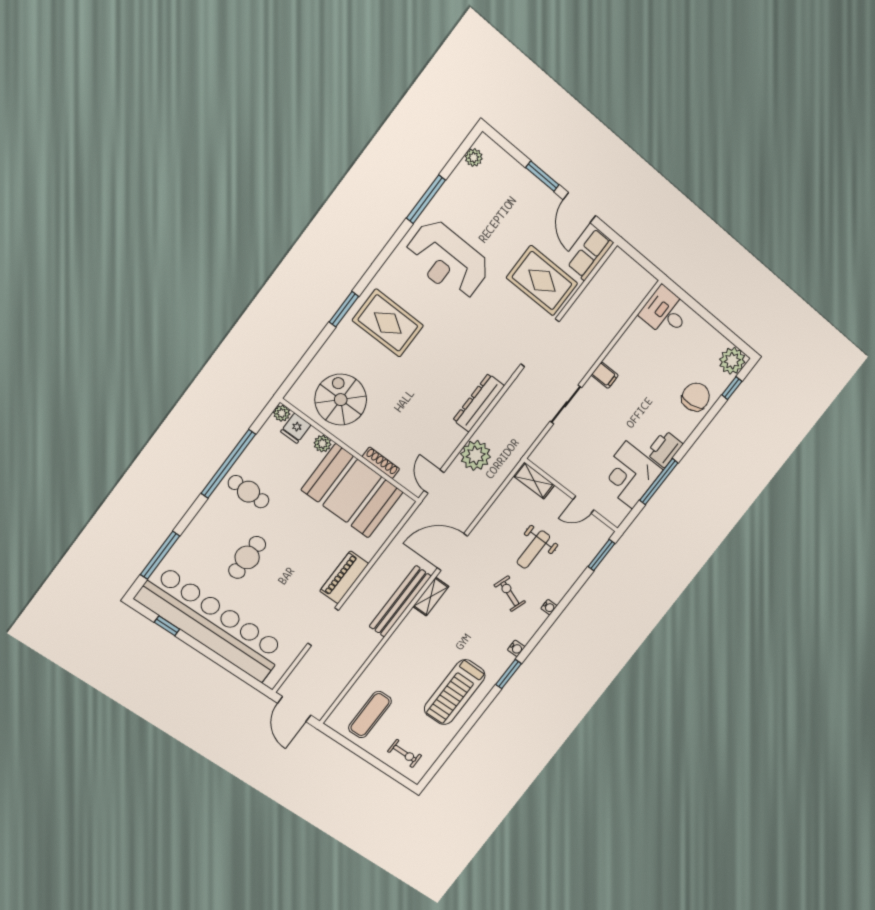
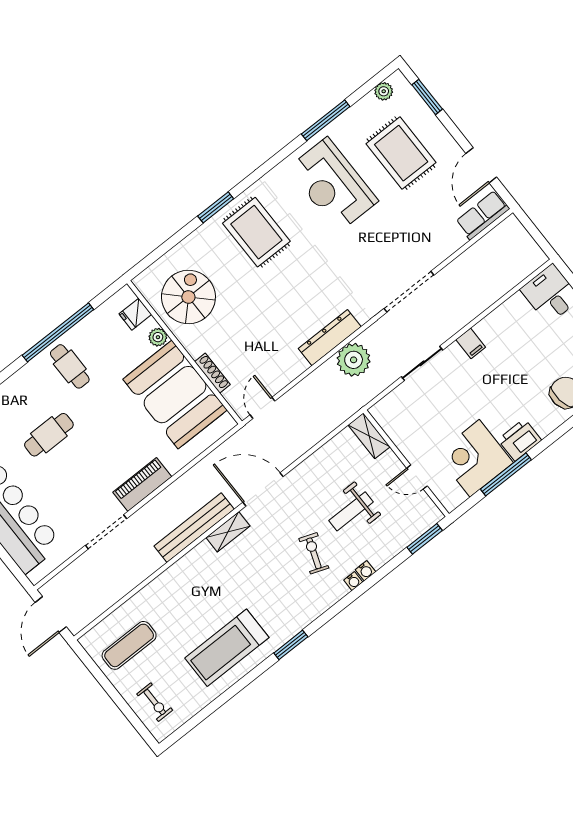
window: (542, 176) -> (427, 97), moved
rug: (542, 281) -> (401, 153), moved
plant: (282, 413) -> (125, 295), removed
plant: (476, 455) -> (354, 360), moved
water cooler: (516, 648) -> (366, 571), moved

